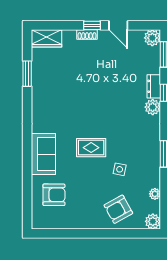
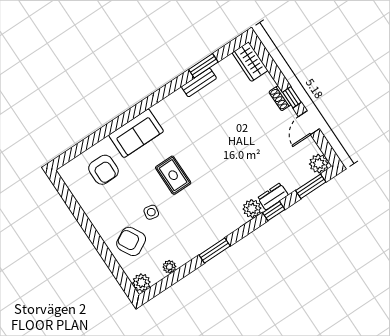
bench: (37, 85) -> (199, 82), added
side table: (120, 169) -> (151, 212), moved

